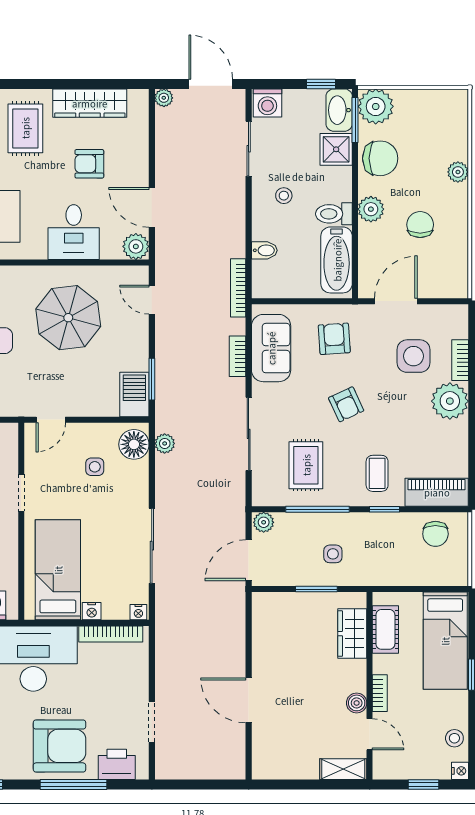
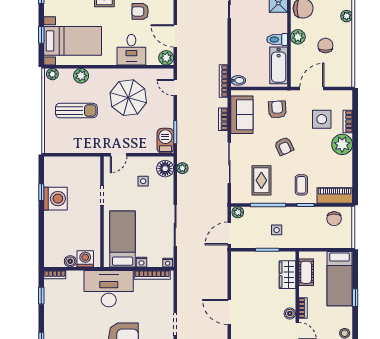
stool: (284, 196) -> (249, 29), removed
bidet: (264, 250) -> (238, 80), moved

